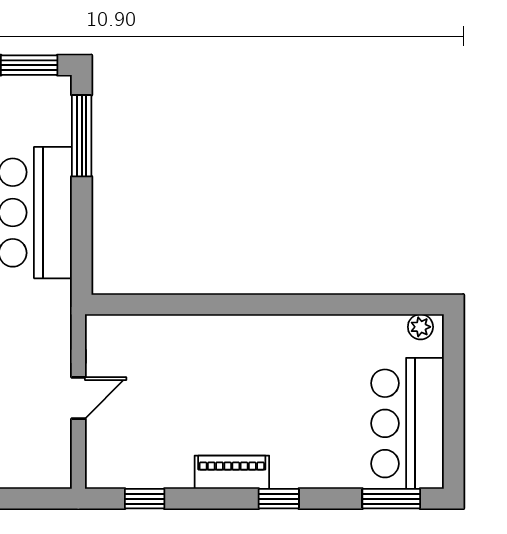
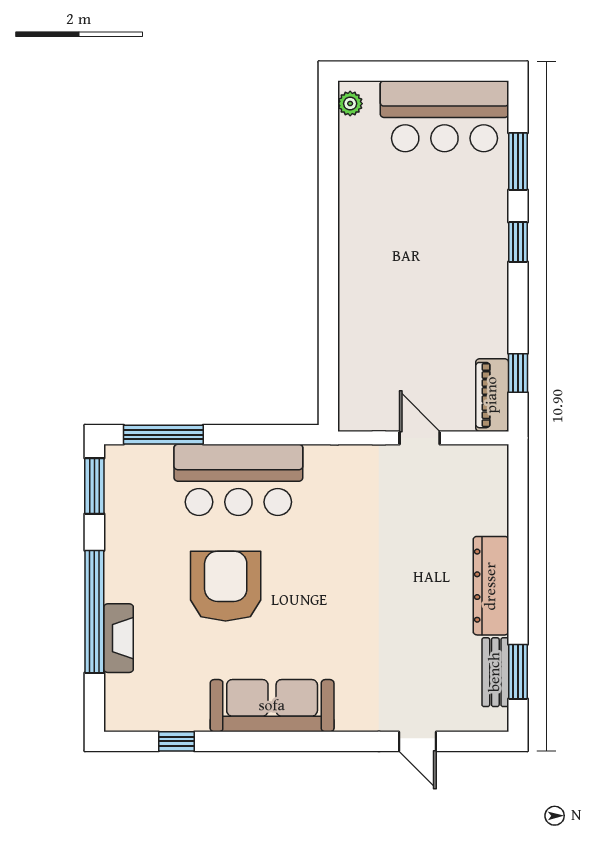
piano: (232, 472) -> (492, 395), moved
window: (391, 499) -> (518, 161), moved

